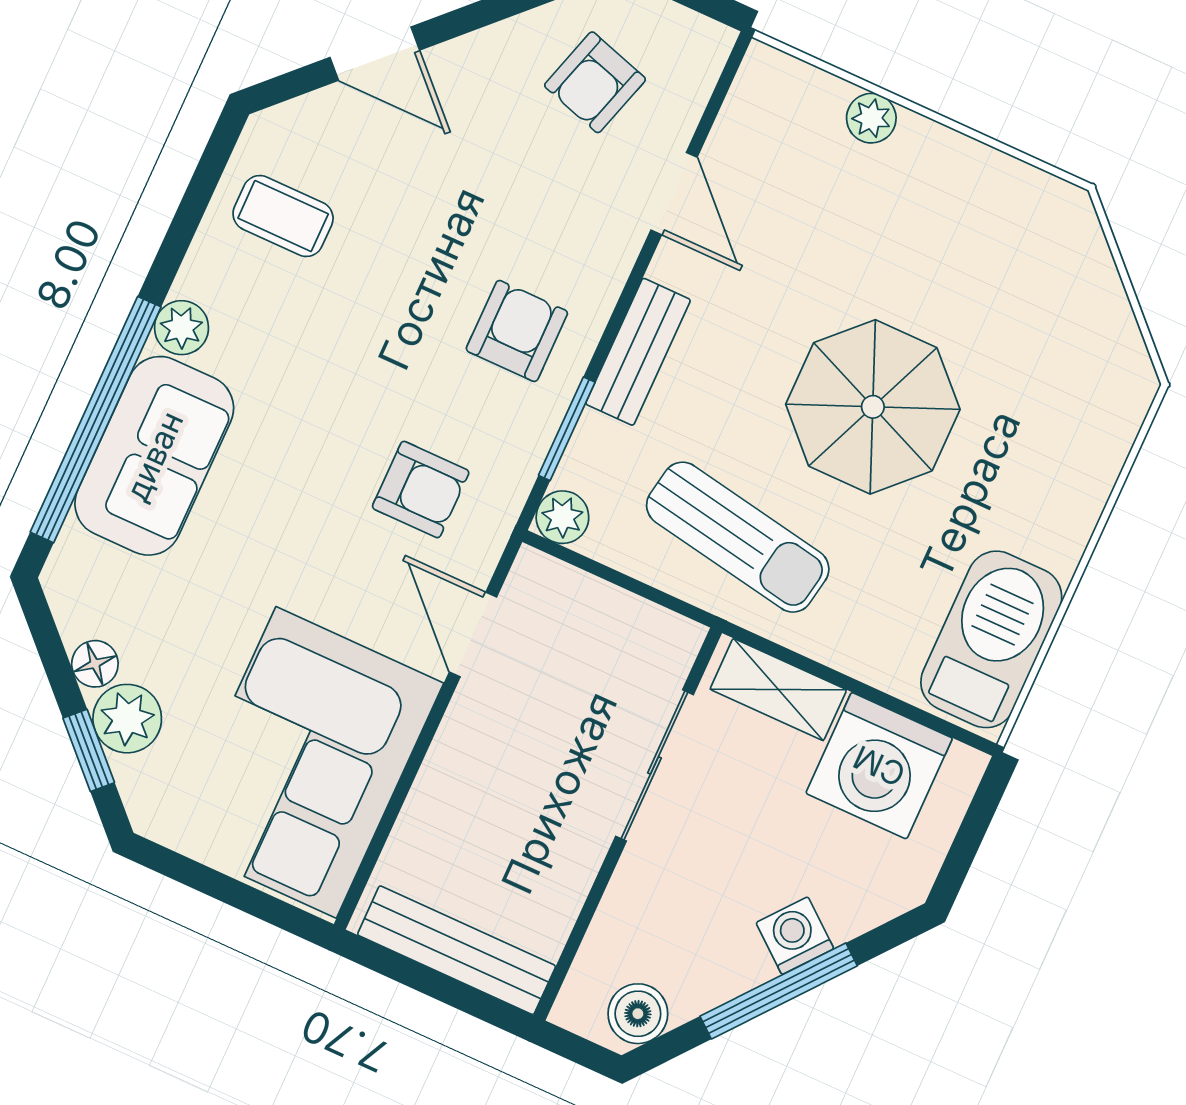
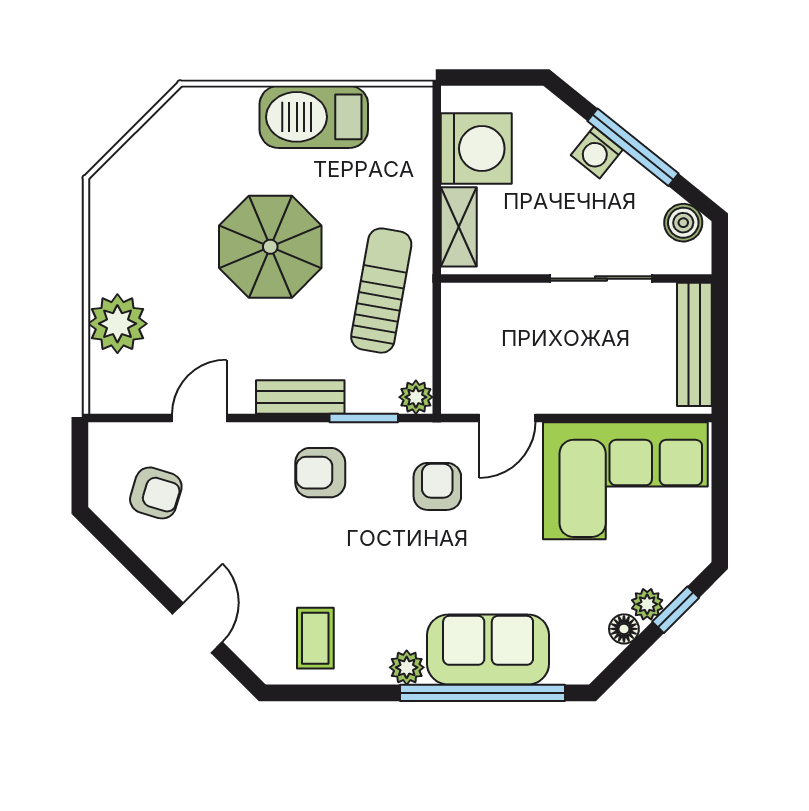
plant: (871, 118) -> (117, 324), width x1.87, depth x1.87
barbecue: (991, 639) -> (314, 117), moved
plant: (127, 719) -> (647, 604), width x0.73, depth x0.73
sliding door: (654, 765) -> (601, 279), moved

